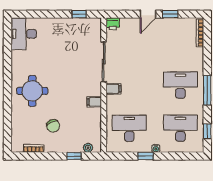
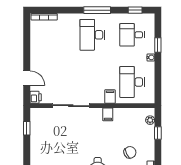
door: (148, 14) -> (27, 78), moved
window: (170, 14) -> (27, 44), removed
filing cabinet: (114, 89) -> (110, 97), moved
desk: (180, 128) -> (132, 35), width x0.73
window: (146, 156) -> (158, 45), moved

